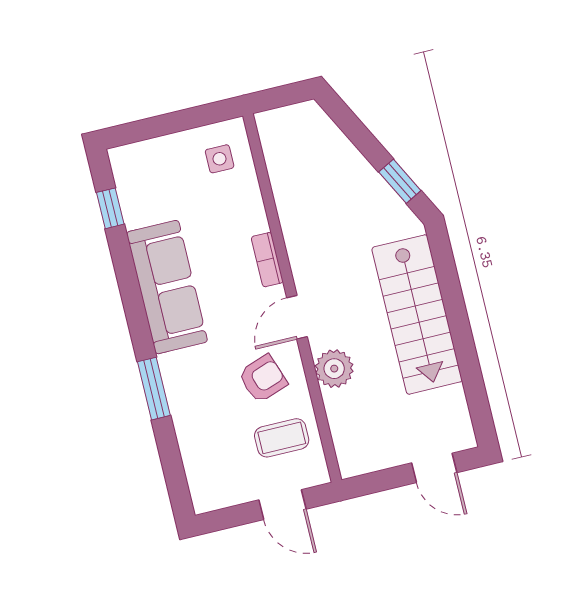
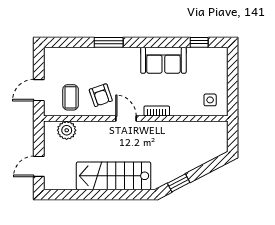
sofa: (167, 287) -> (163, 60), width x0.73
plant: (334, 369) -> (67, 130), moved

